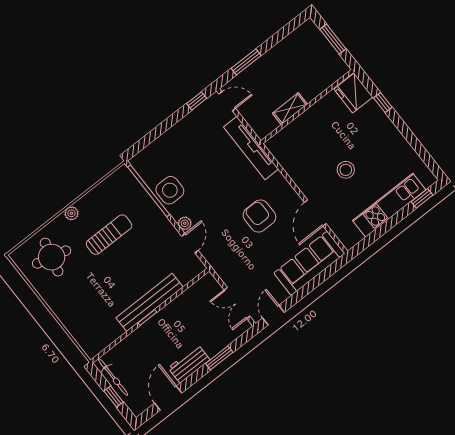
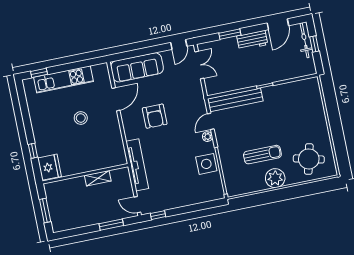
plant: (72, 213) -> (275, 178), width x1.88, depth x1.88
sun lounger: (109, 235) -> (262, 155), turned 180
bench: (149, 302) -> (235, 100), moved
bicycle: (113, 377) -> (305, 40), moved

